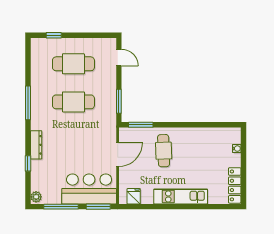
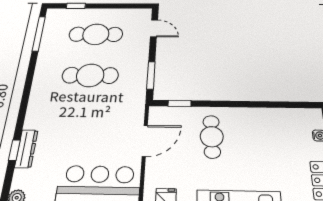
window: (28, 103) -> (39, 34), moved
window: (141, 125) -> (180, 103), width x0.67
dresser: (36, 145) -> (26, 149), moved

